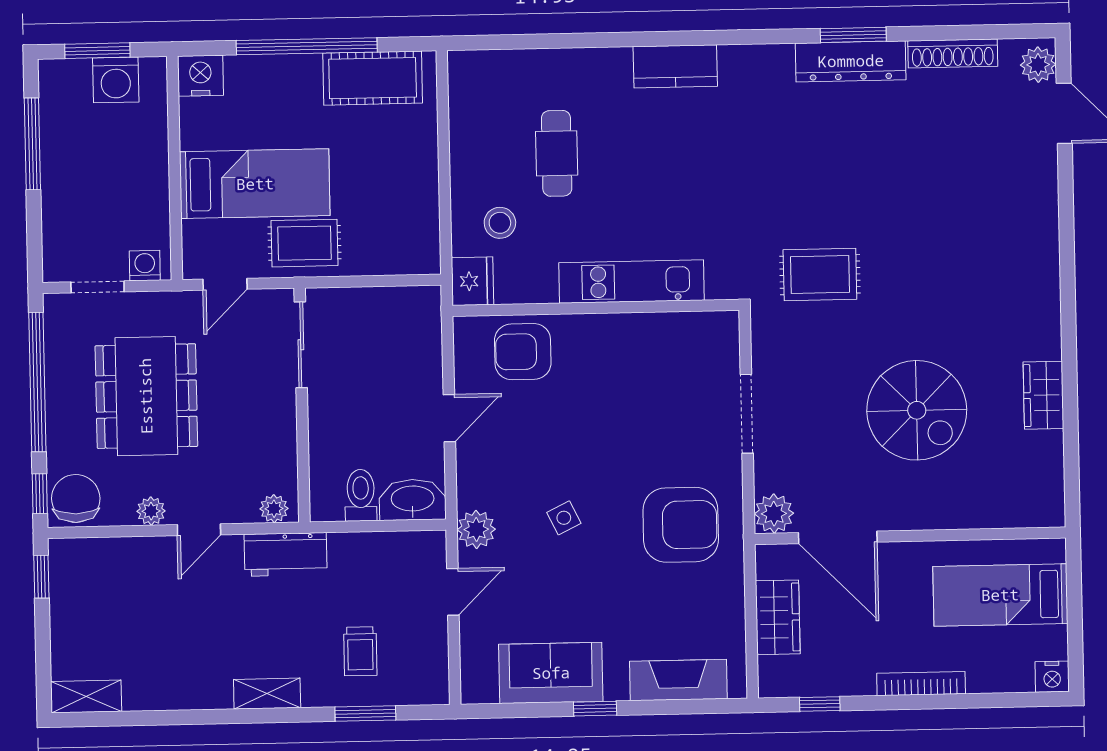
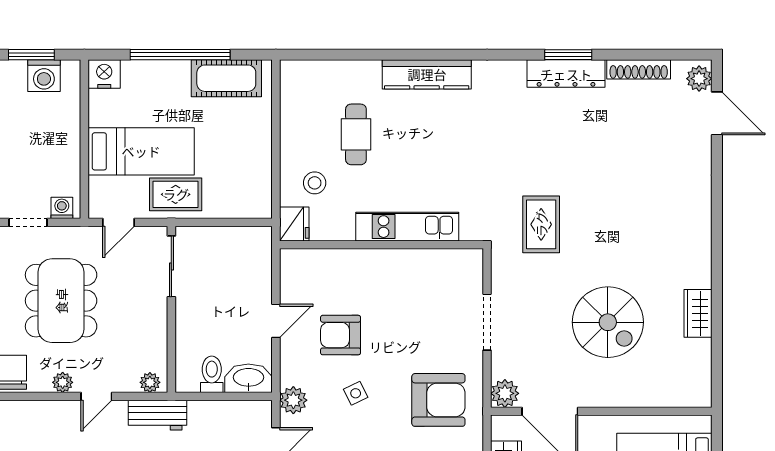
kitchen counter: (675, 66) -> (427, 74), width x1.50
rug: (820, 275) -> (541, 224), turned 90
armchair: (523, 352) -> (341, 335), moved

